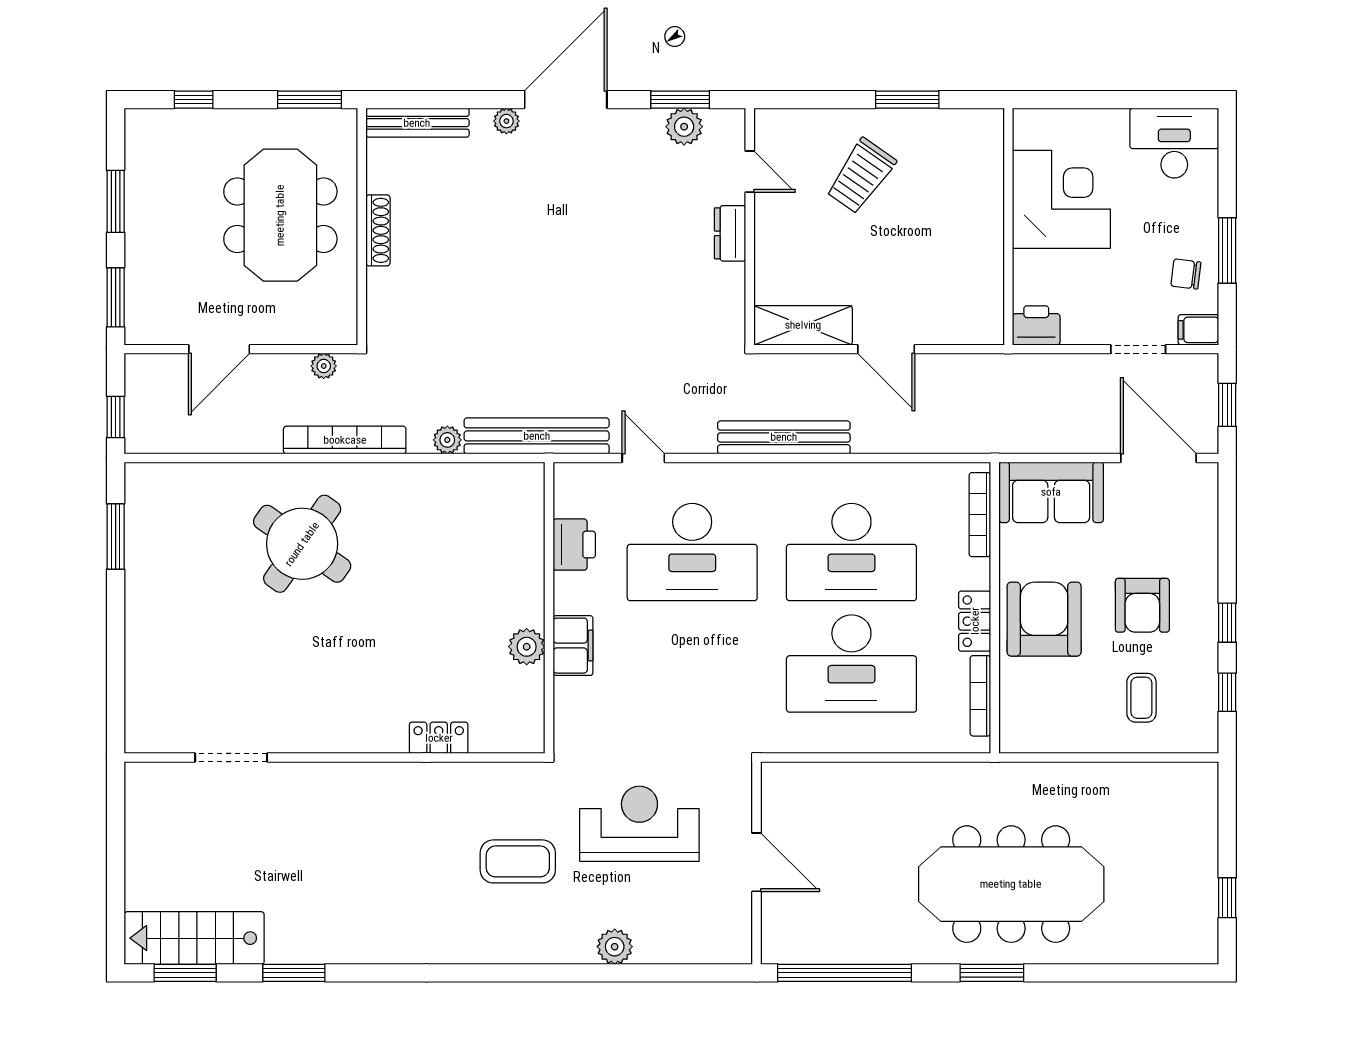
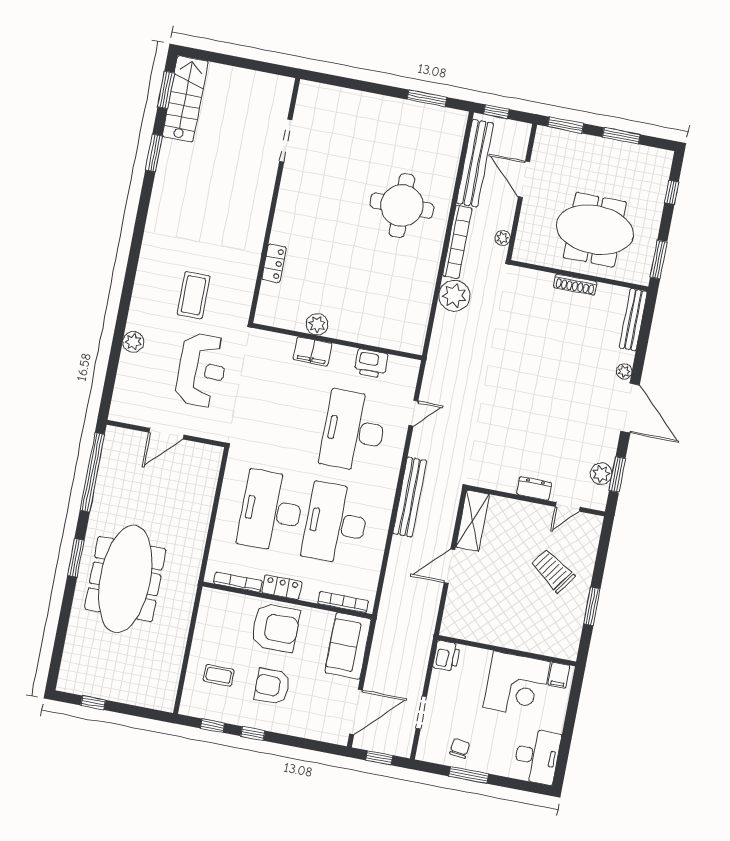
filing cabinet: (1198, 330) -> (559, 675), moved, turned 180
bench: (537, 436) -> (475, 163), moved
plant: (447, 440) -> (454, 296), width x1.87, depth x1.87
round table: (302, 544) -> (402, 206), turned -35

